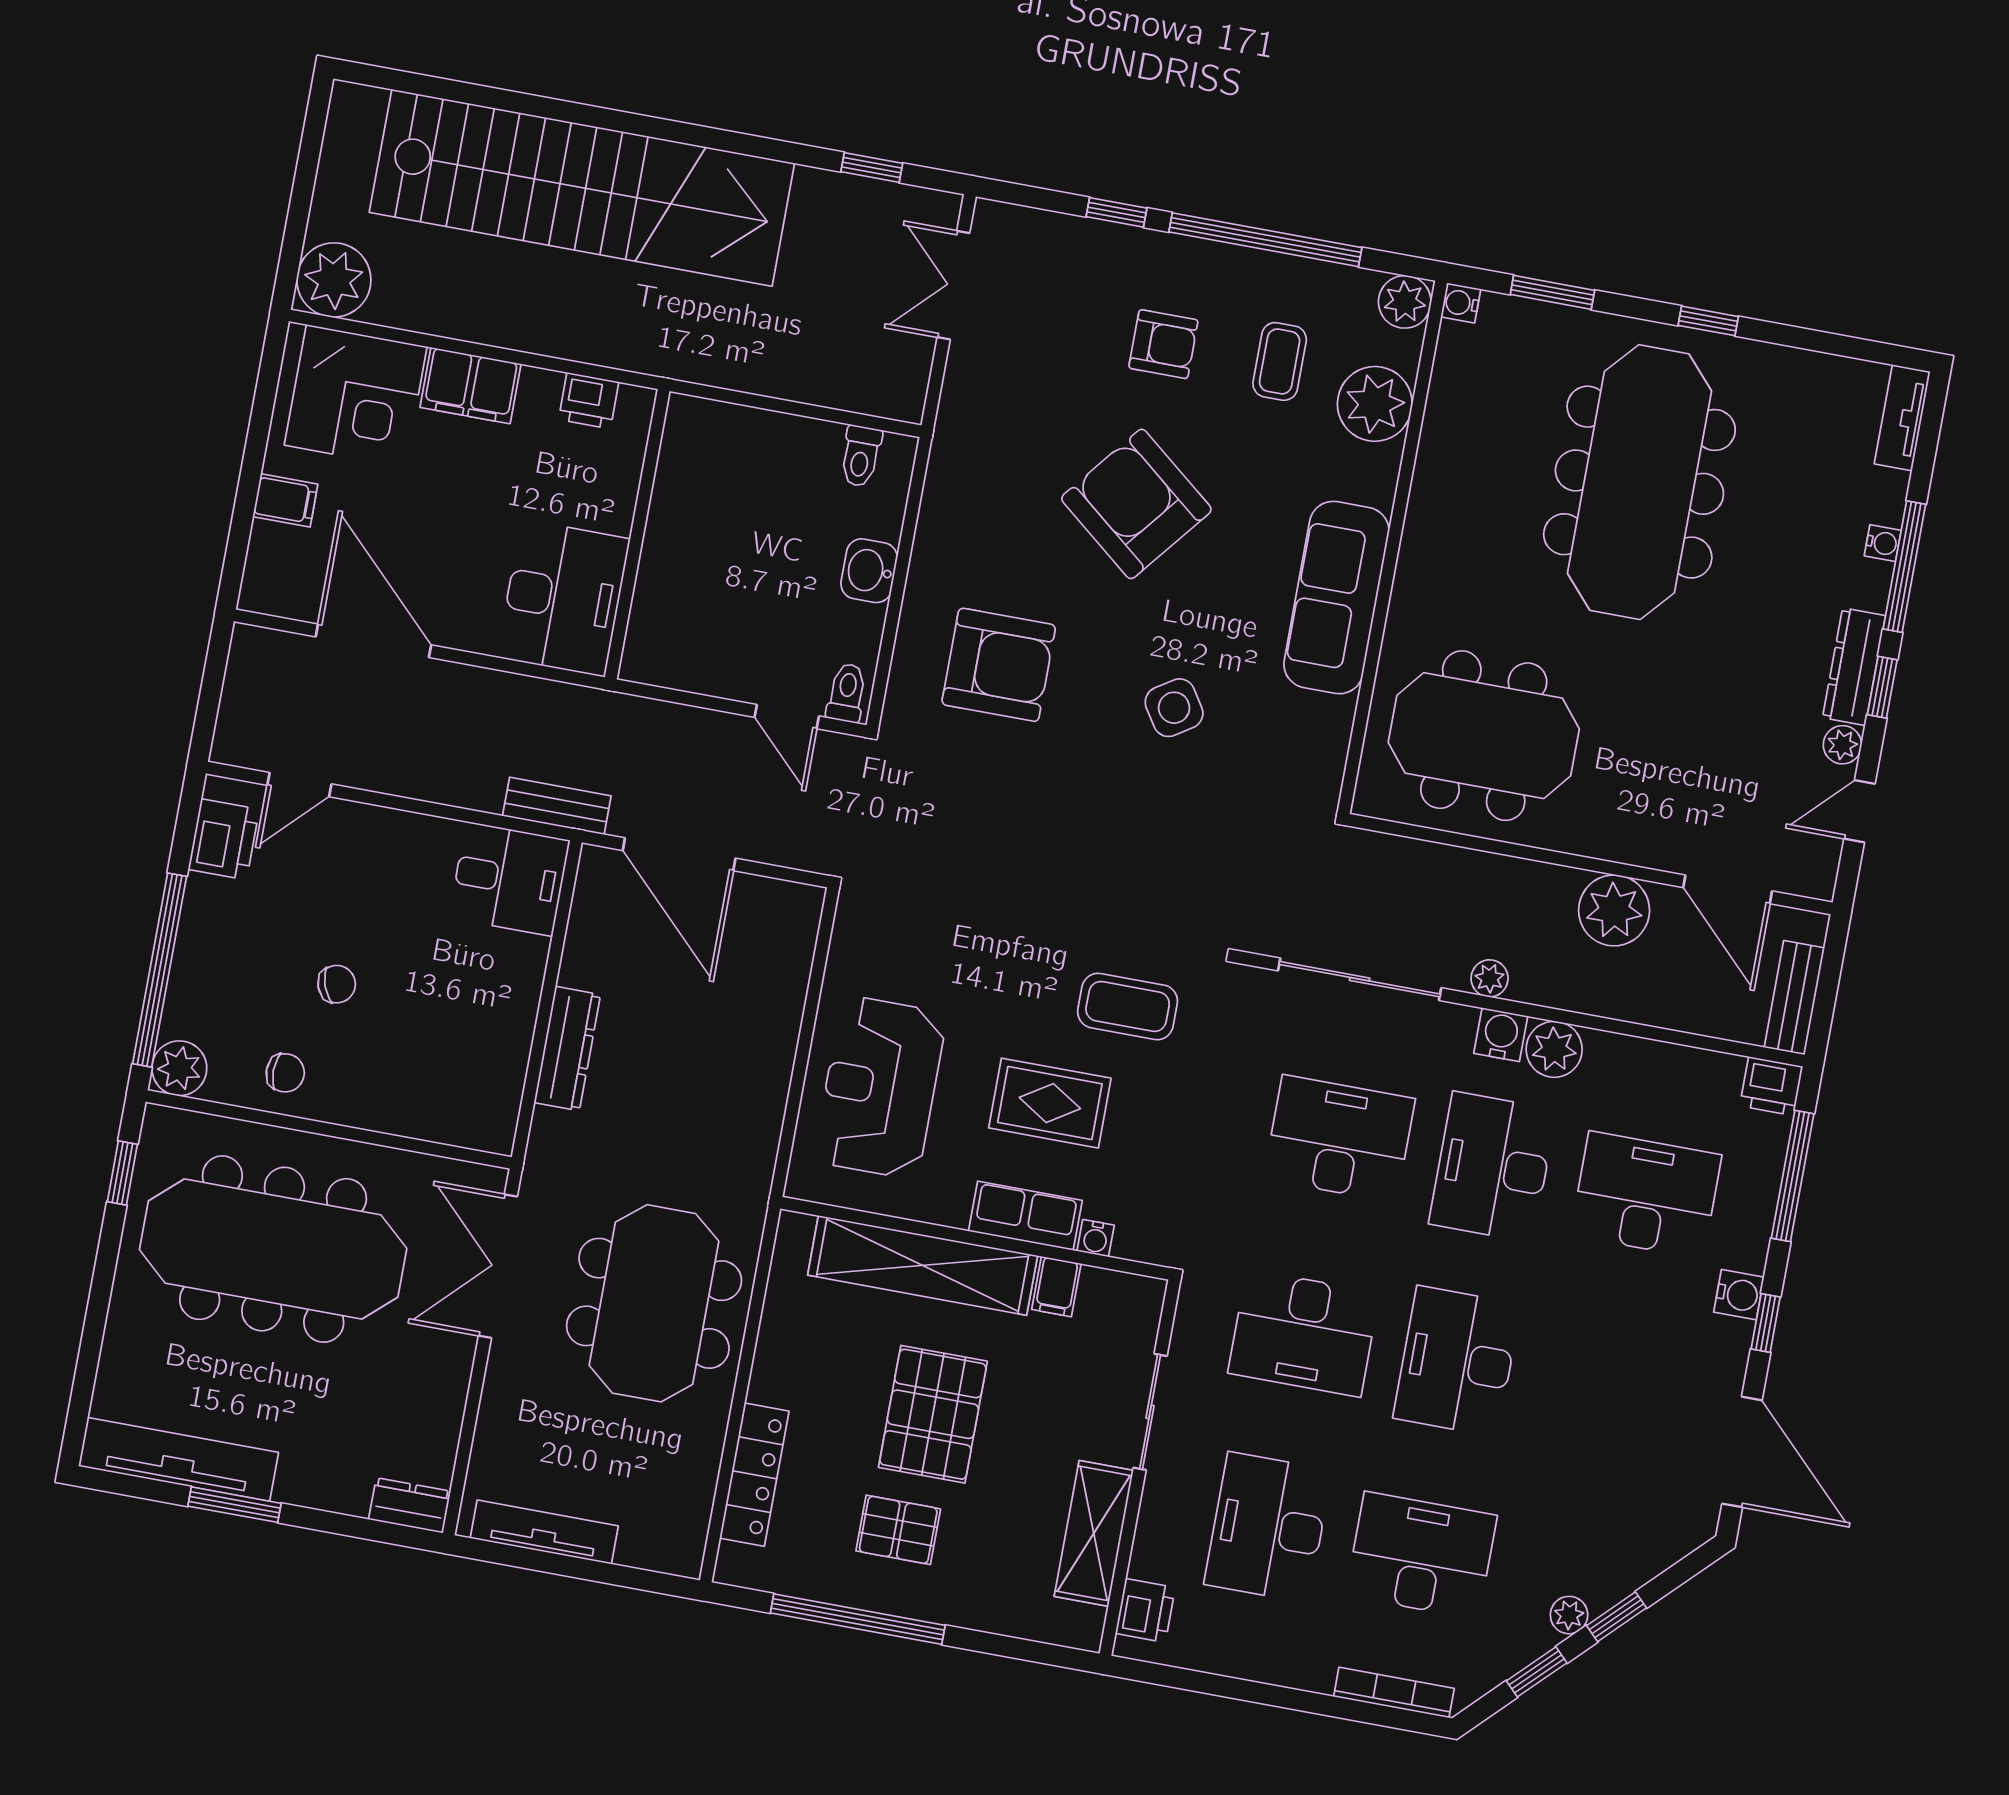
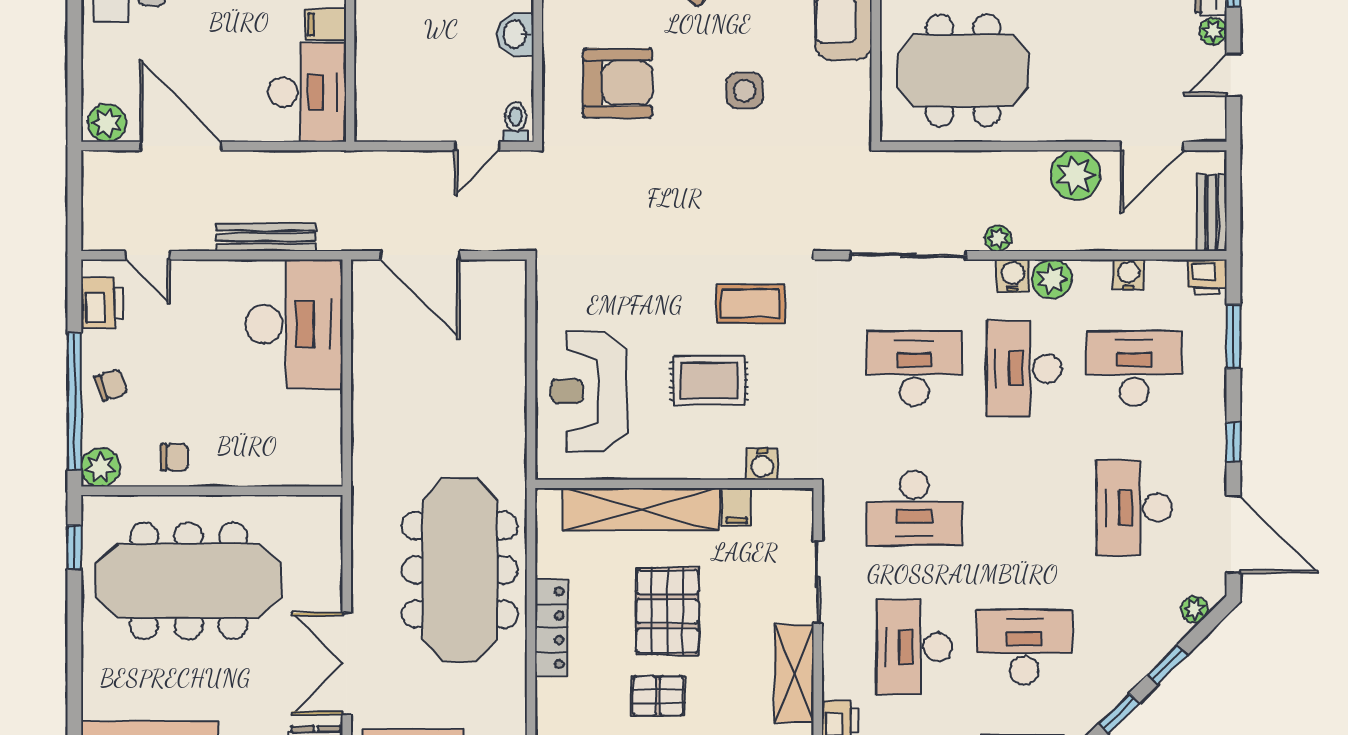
filing cabinet: (285, 500) -> (325, 24), moved, turned 180
plant: (276, 590) -> (107, 123), added
side table: (1174, 708) -> (745, 90), turned 33
door: (787, 717) -> (477, 146), hinge flipped
door: (299, 785) -> (148, 255), hinge flipped
bench: (557, 806) -> (266, 237), moved, width x1.36
desk: (509, 879) -> (294, 324), width x1.87, depth x1.30
door: (1728, 889) -> (1152, 146), hinge flipped
chair: (337, 984) -> (111, 385), moved
dresser: (567, 1049) -> (367, 404), removed
window: (1793, 1176) -> (1233, 337), width x0.69
row of seats: (1025, 1216) -> (706, 462), removed
water cooler: (1096, 1238) -> (762, 464), width x1.38, depth x1.38
double door: (498, 1266) -> (347, 664), moved
water cooler: (1739, 1295) -> (1129, 275), moved, turned -90
meeting table: (654, 1303) -> (460, 570), width x1.36
desk: (1457, 1361) -> (1134, 508), moved
locker: (754, 1475) -> (551, 628), moved
plant: (1569, 1615) -> (1195, 609), moved

